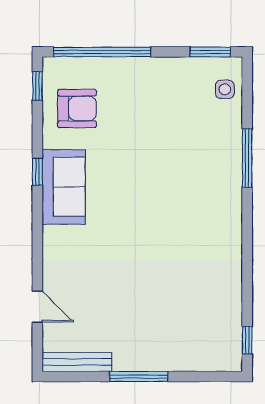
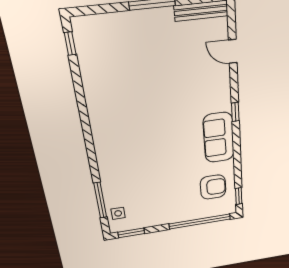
armchair: (77, 109) -> (213, 187), turned 180
window: (247, 158) -> (100, 200), moved
window: (37, 172) -> (235, 112), moved

